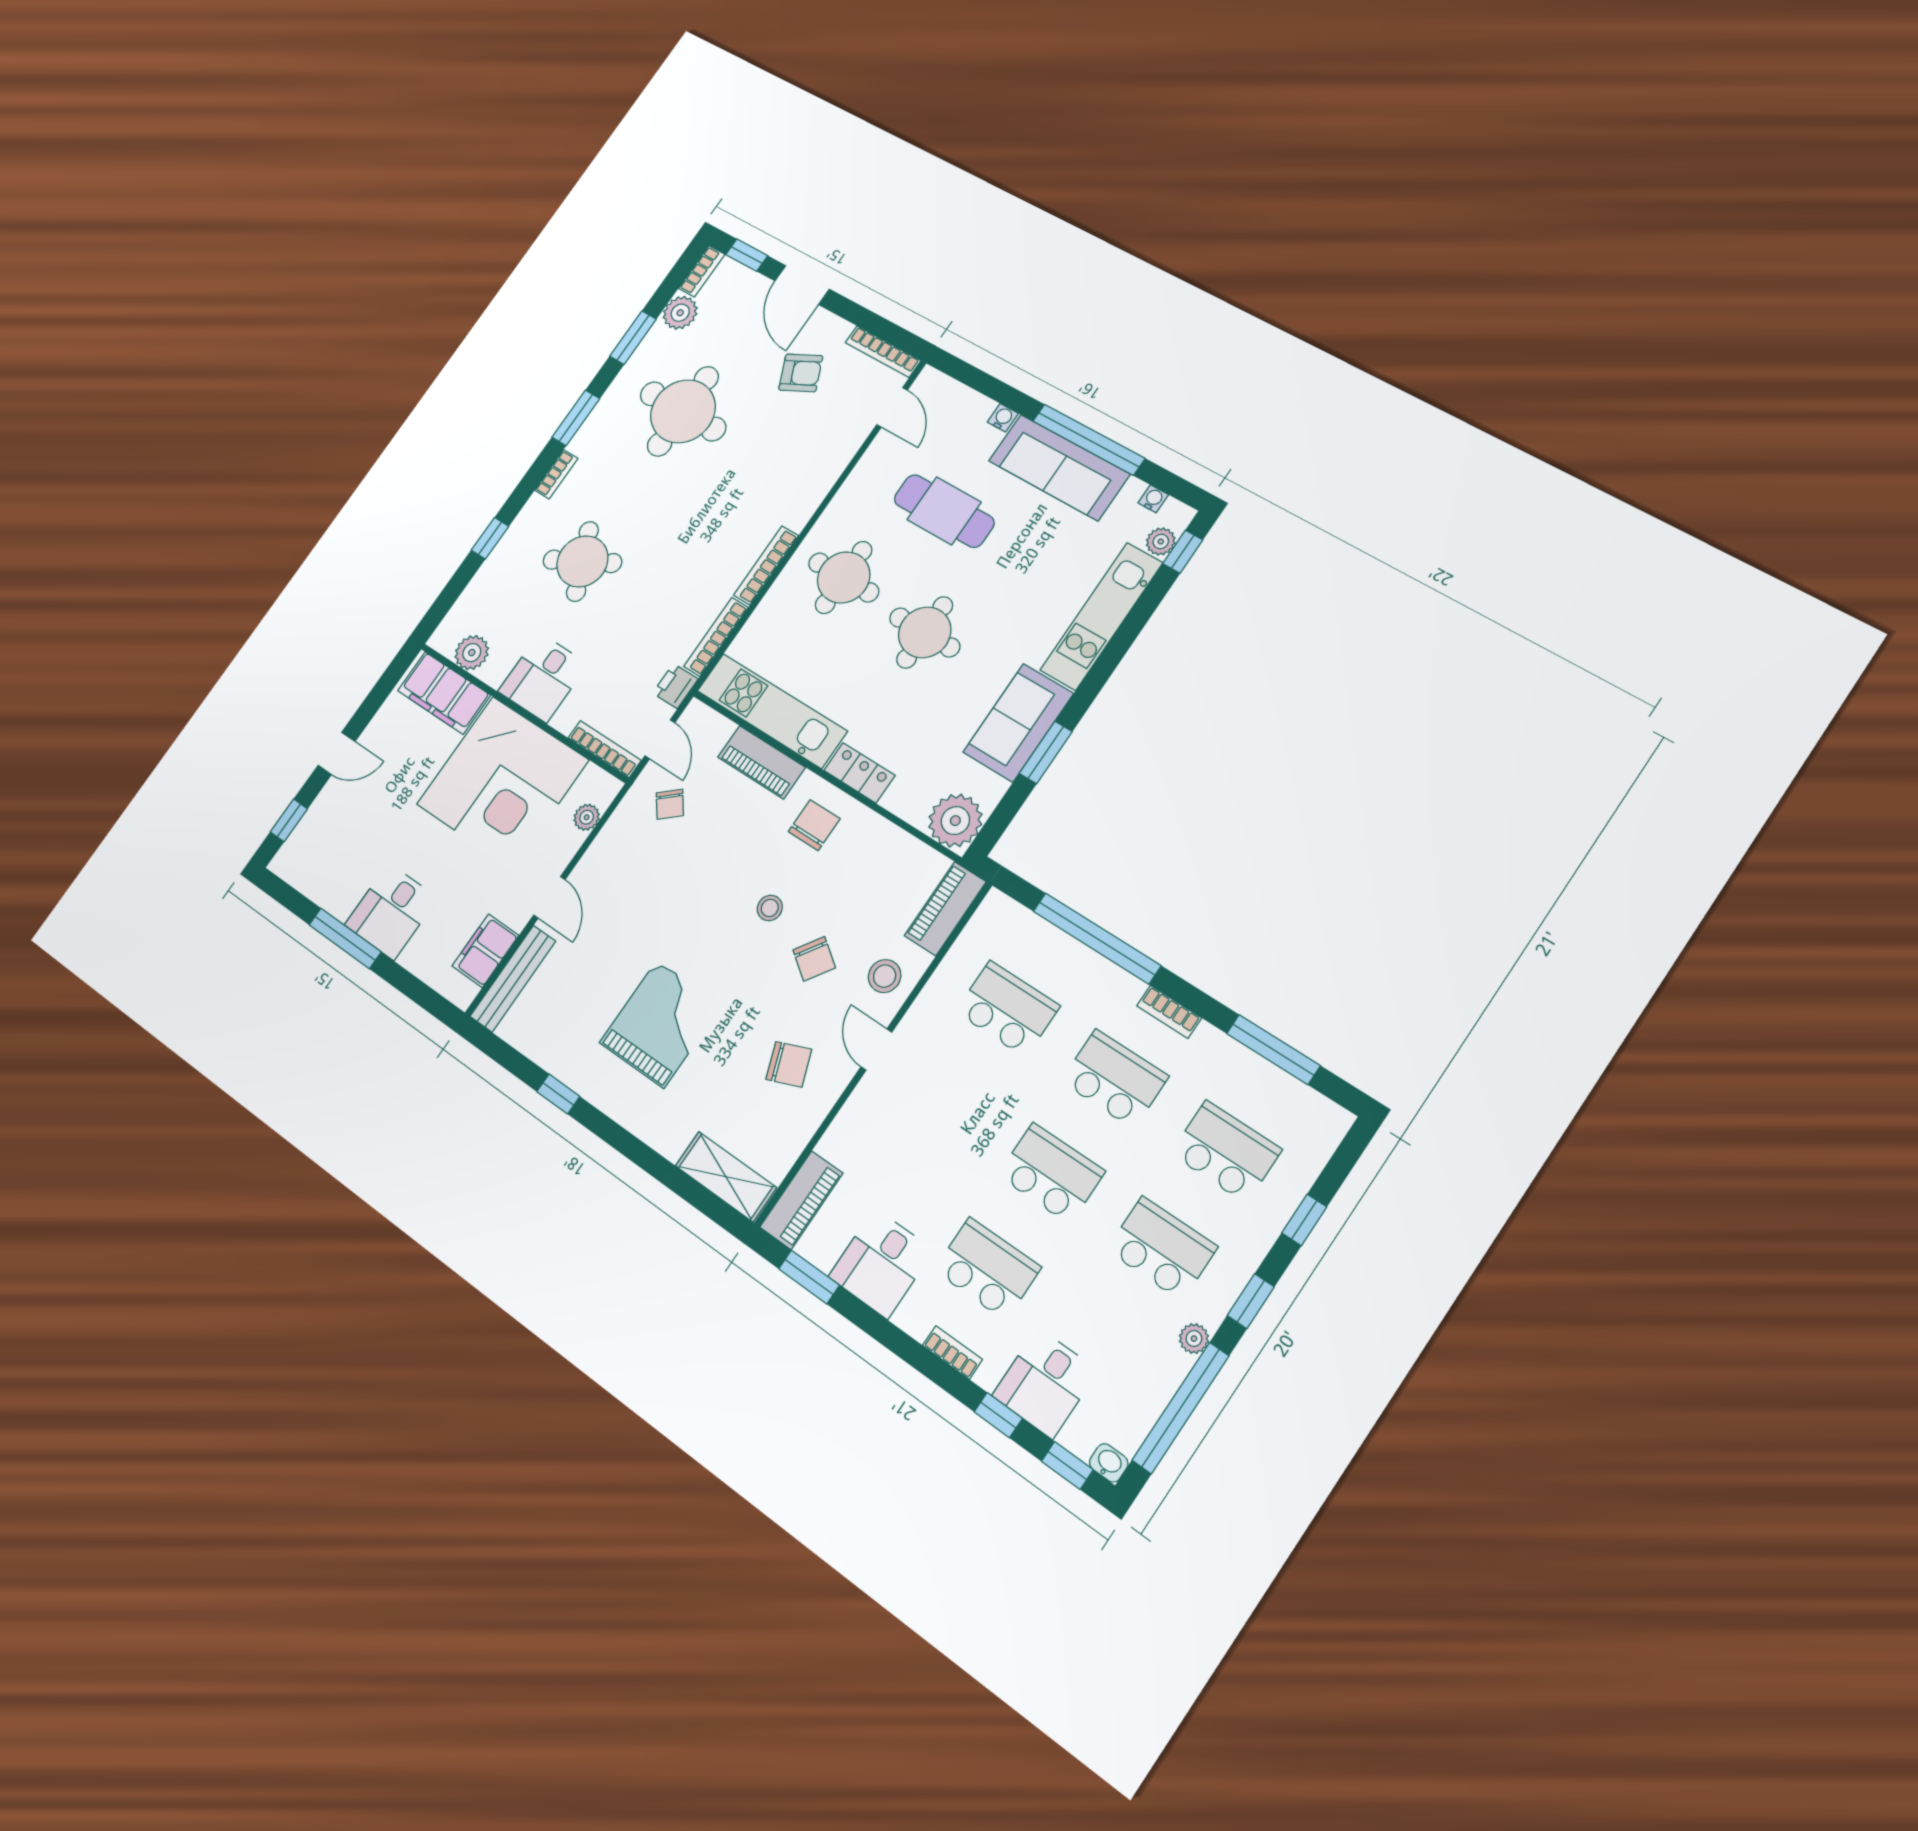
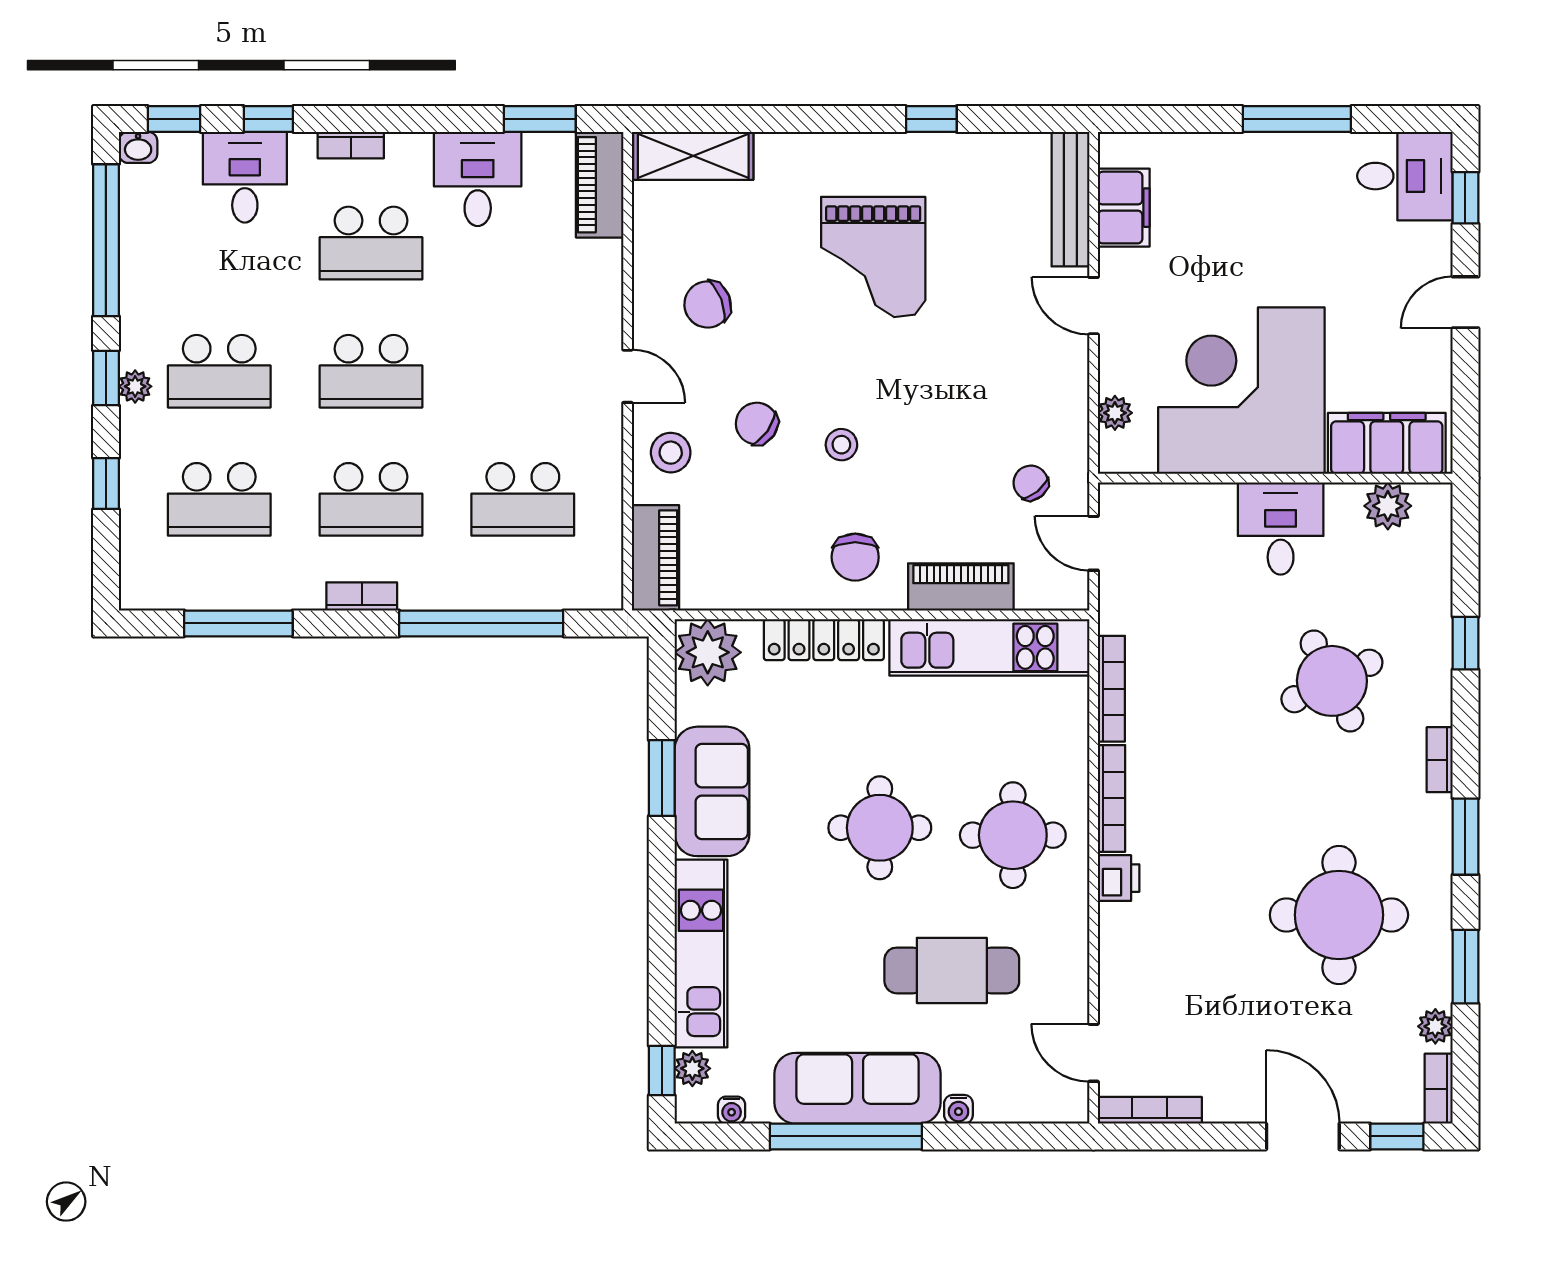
plant: (680, 313) -> (1435, 1026), width x0.73, depth x0.73
armchair: (801, 373) -> (1229, 1034), removed
printer: (675, 686) -> (1119, 878), moved
bookcase: (605, 749) -> (1149, 496), removed
locker: (859, 773) -> (824, 640), width x1.53
desk: (391, 911) -> (1405, 176), moved, turned 90
plant: (1194, 1339) -> (135, 386), moved

